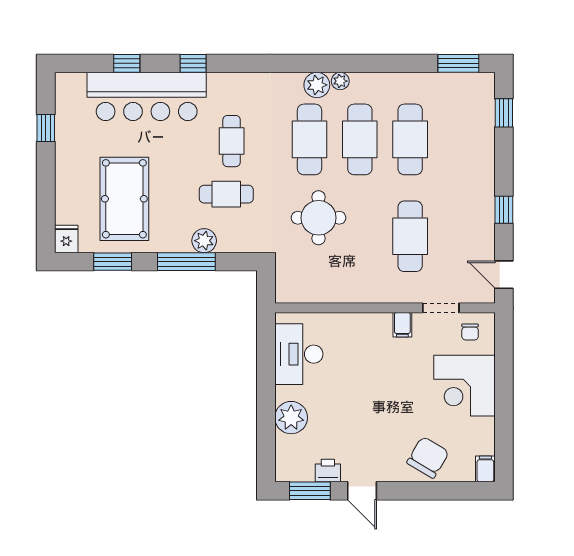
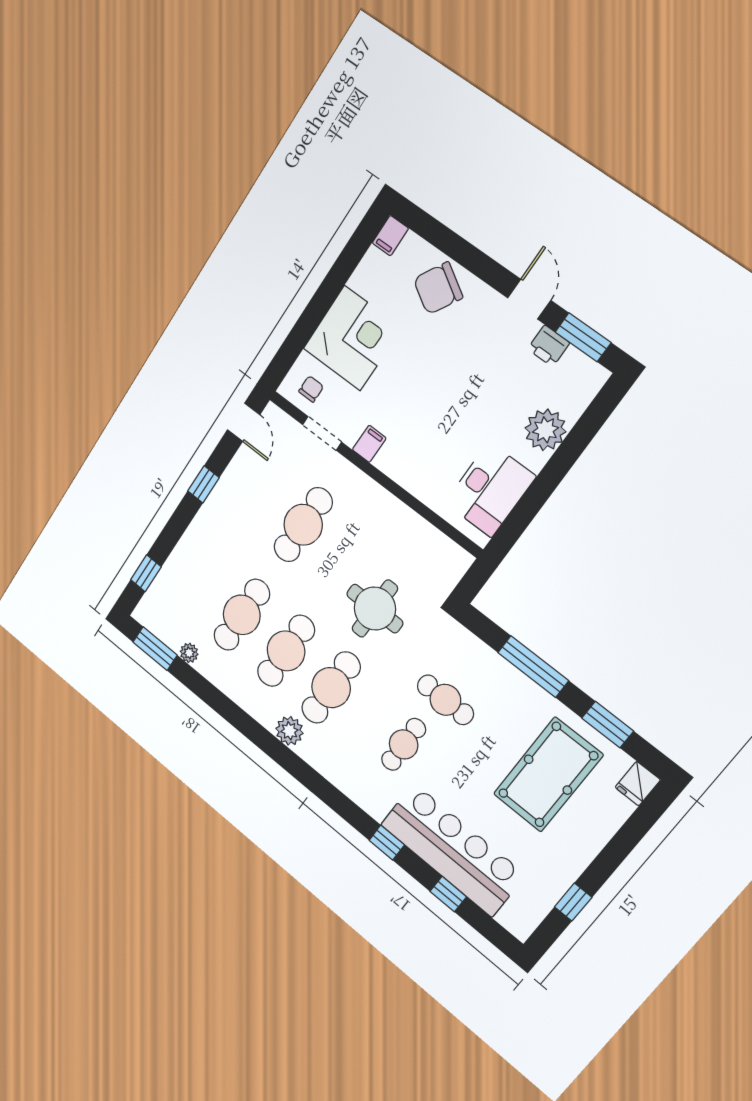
plant: (340, 81) -> (189, 653), moved
plant: (204, 241) -> (500, 673), removed

